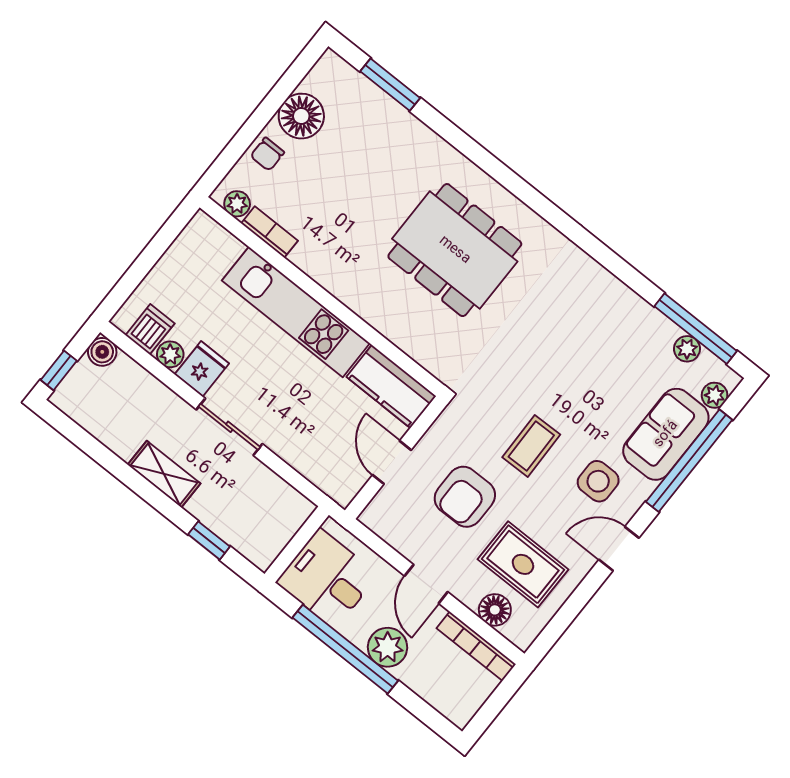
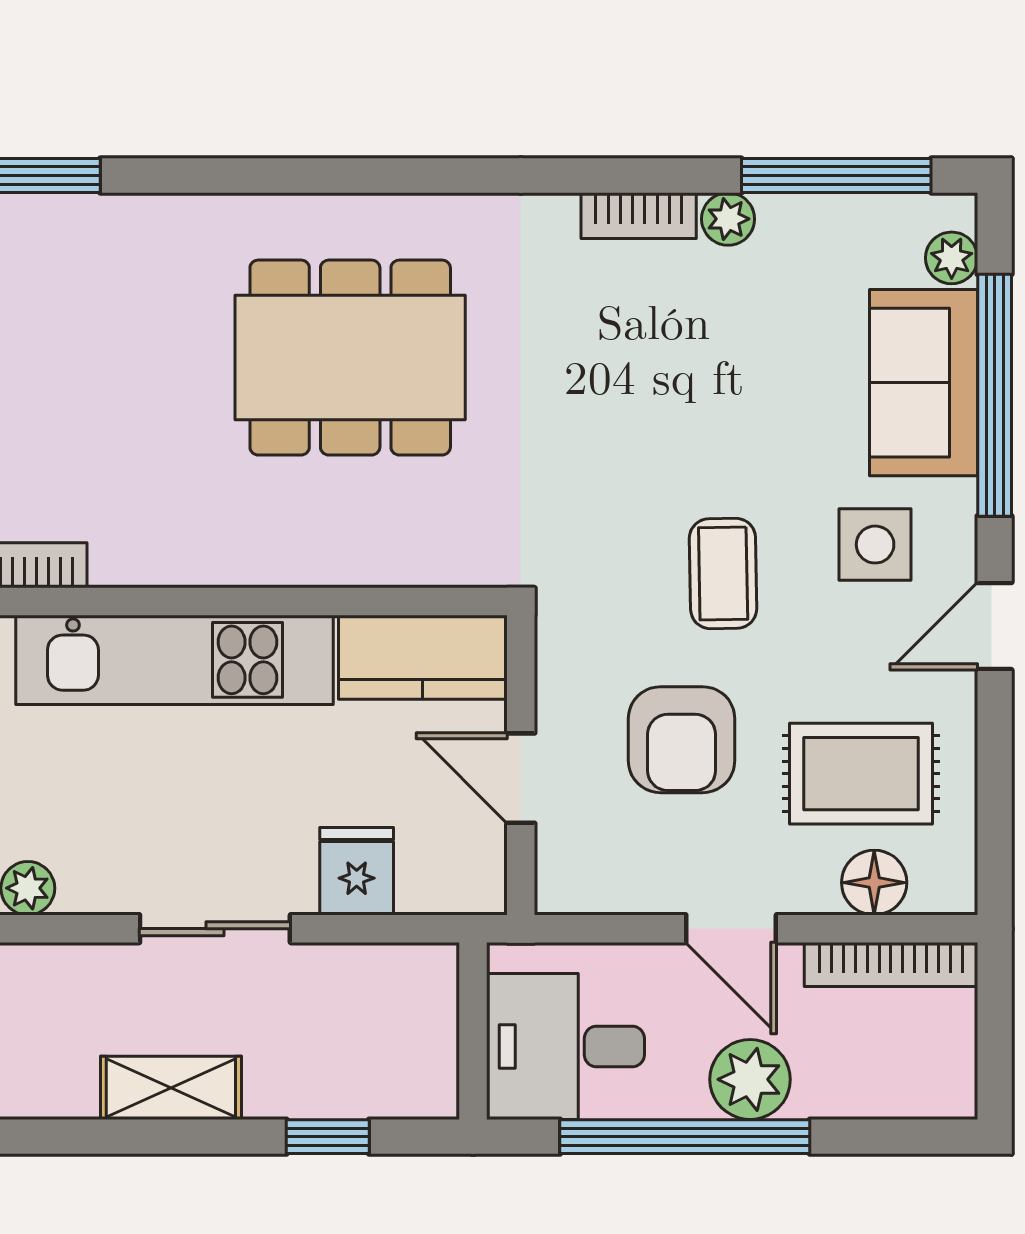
bookcase: (608, 284) -> (639, 216), added
plant: (687, 349) -> (728, 219), moved
fridge: (202, 369) -> (357, 871), moved

